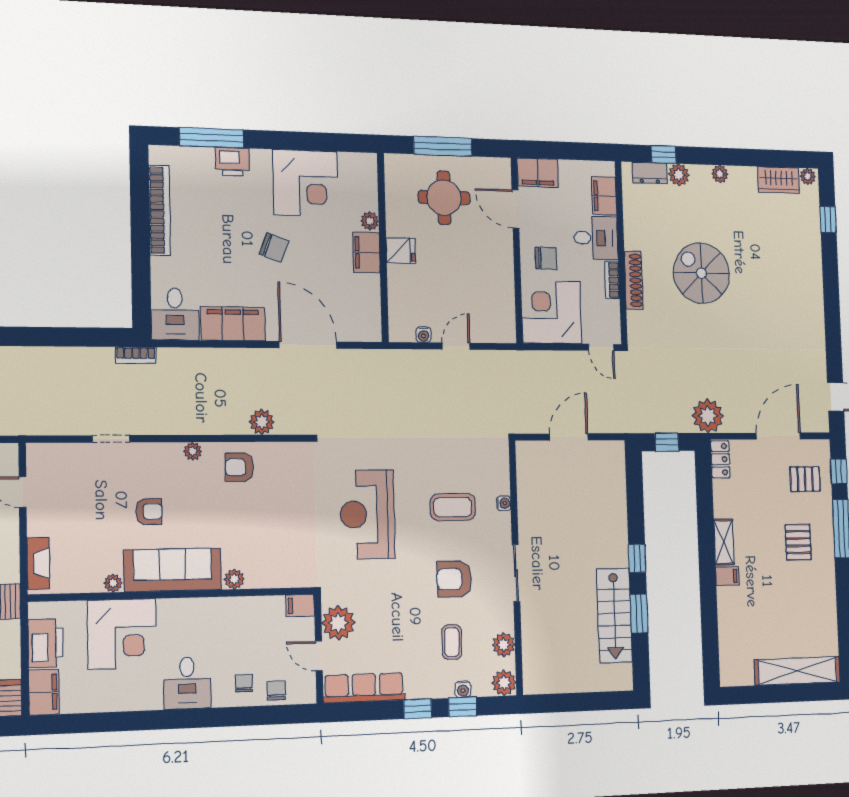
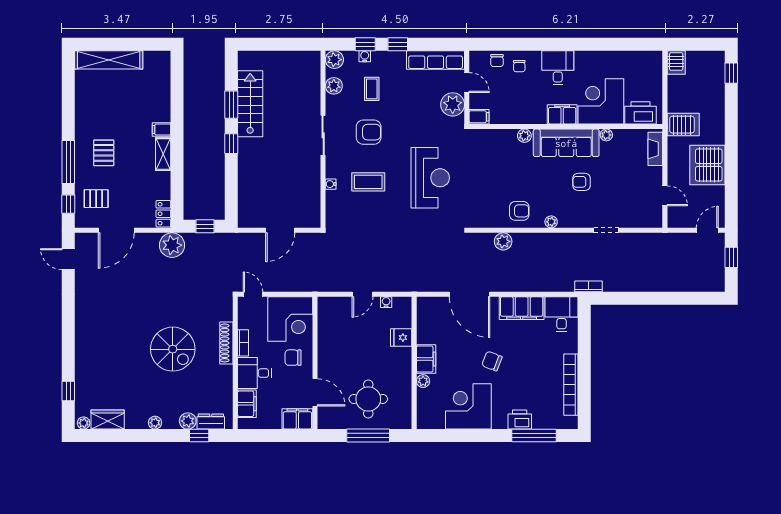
fridge: (401, 251) -> (401, 338), moved
printer: (46, 643) -> (641, 113), moved, turned 90
filing cabinet: (44, 692) -> (562, 114), moved, turned 90

